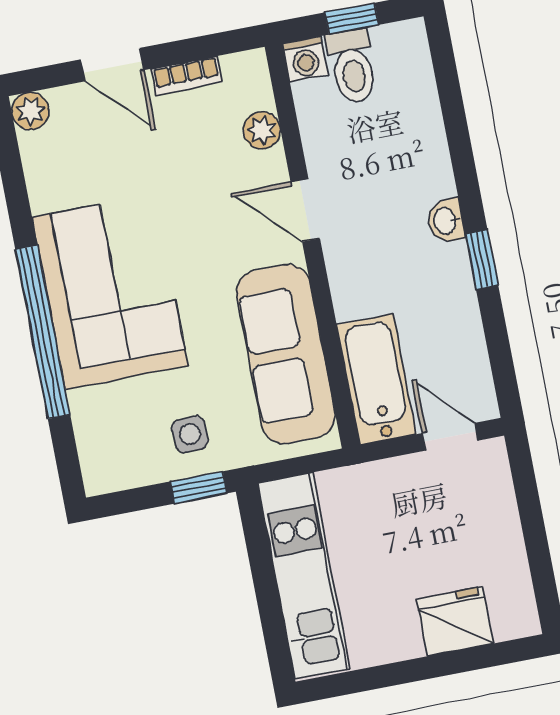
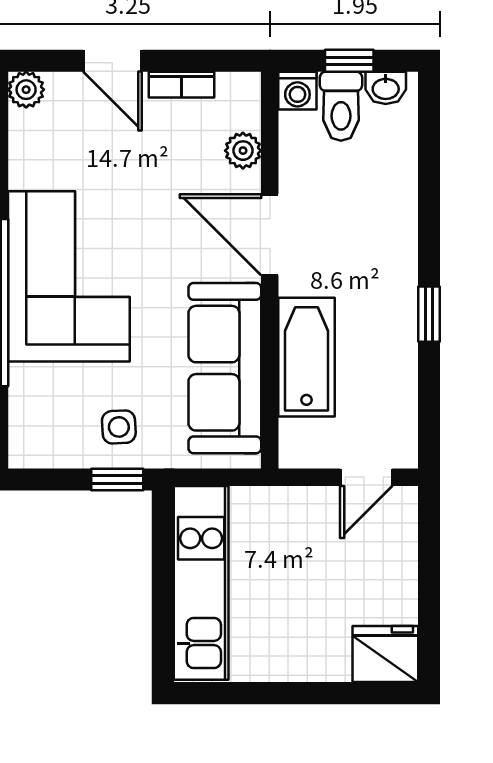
door: (305, 210) -> (270, 235), width x1.38
washbasin: (446, 221) -> (386, 88), moved, turned -90
bathtub: (376, 379) -> (307, 357), moved
door: (450, 437) -> (366, 477), swing flipped
fridge: (455, 621) -> (385, 654), moved

